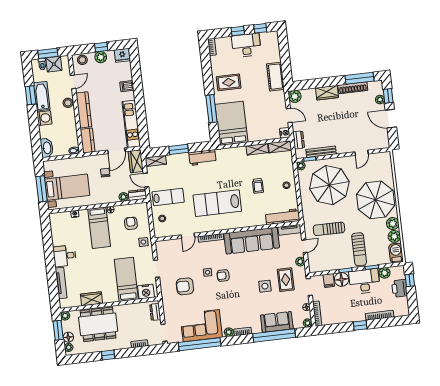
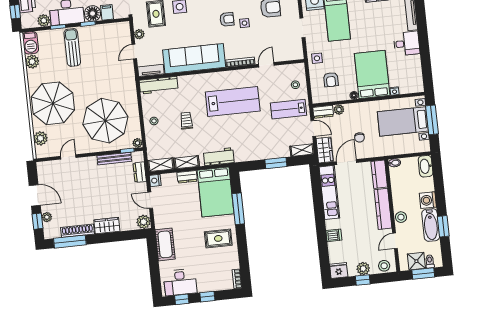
desk: (246, 45) -> (180, 282), moved
dresser: (257, 136) -> (187, 177), added
workbench: (202, 158) -> (219, 157), moved
plant: (393, 224) -> (40, 138), moved
bed: (99, 228) -> (372, 74), width x1.50
sun lounger: (329, 229) -> (106, 71), removed

